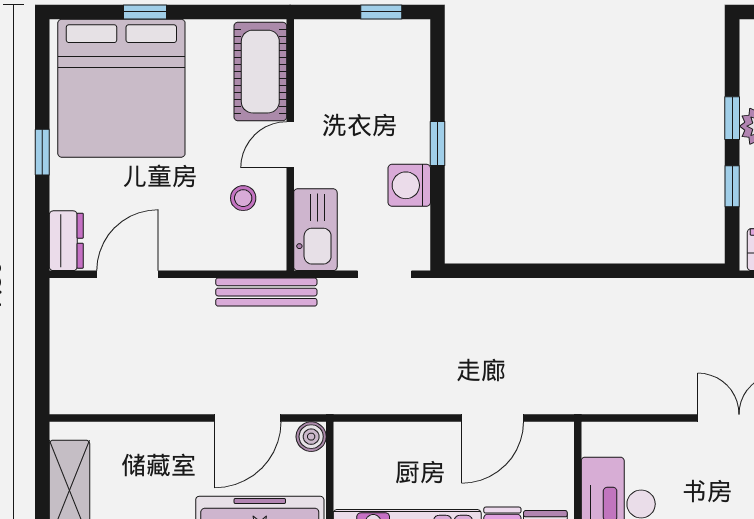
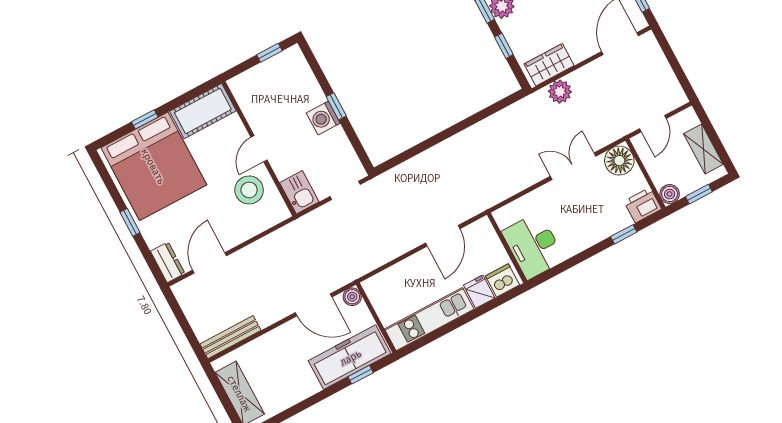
cot: (260, 72) -> (203, 111), moved, turned 90
washing machine: (409, 185) -> (323, 118), moved
stool: (243, 198) -> (249, 190), width x1.89, depth x1.89
kitchen sink: (315, 230) -> (299, 192), width x0.73
bench: (266, 292) -> (230, 337), moved
door: (248, 418) -> (313, 305), hinge flipped

